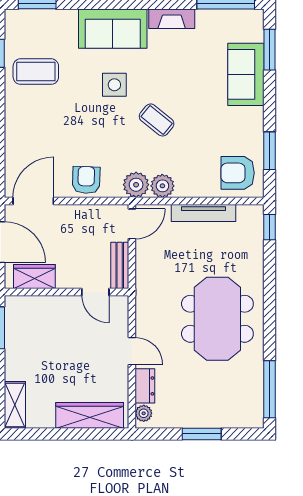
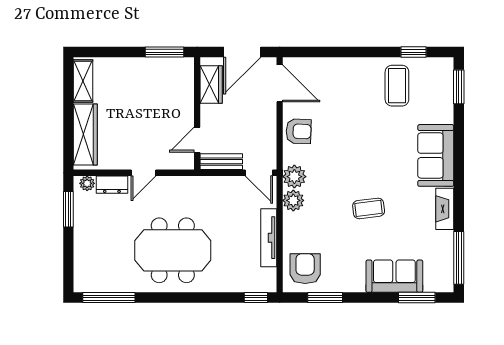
side table: (114, 85) -> (385, 157), removed
coffee table: (157, 120) -> (369, 208), moved, turned 44
shelving: (15, 405) -> (83, 81), moved, turned 90
window: (202, 434) -> (68, 209), moved

